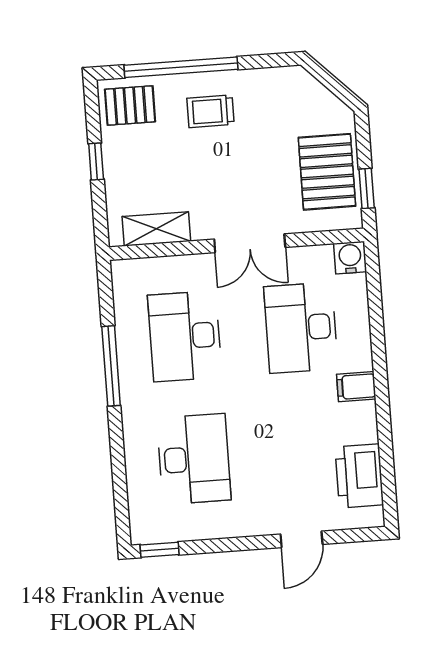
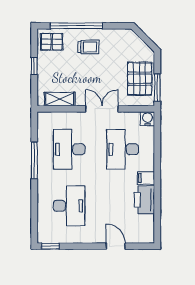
trolley: (210, 111) -> (88, 47), turned 180
window: (367, 188) -> (157, 88), width x1.50
double door: (250, 243) -> (102, 109), swing flipped
printer: (359, 476) -> (144, 200), moved
door: (302, 539) -> (116, 246), swing flipped

